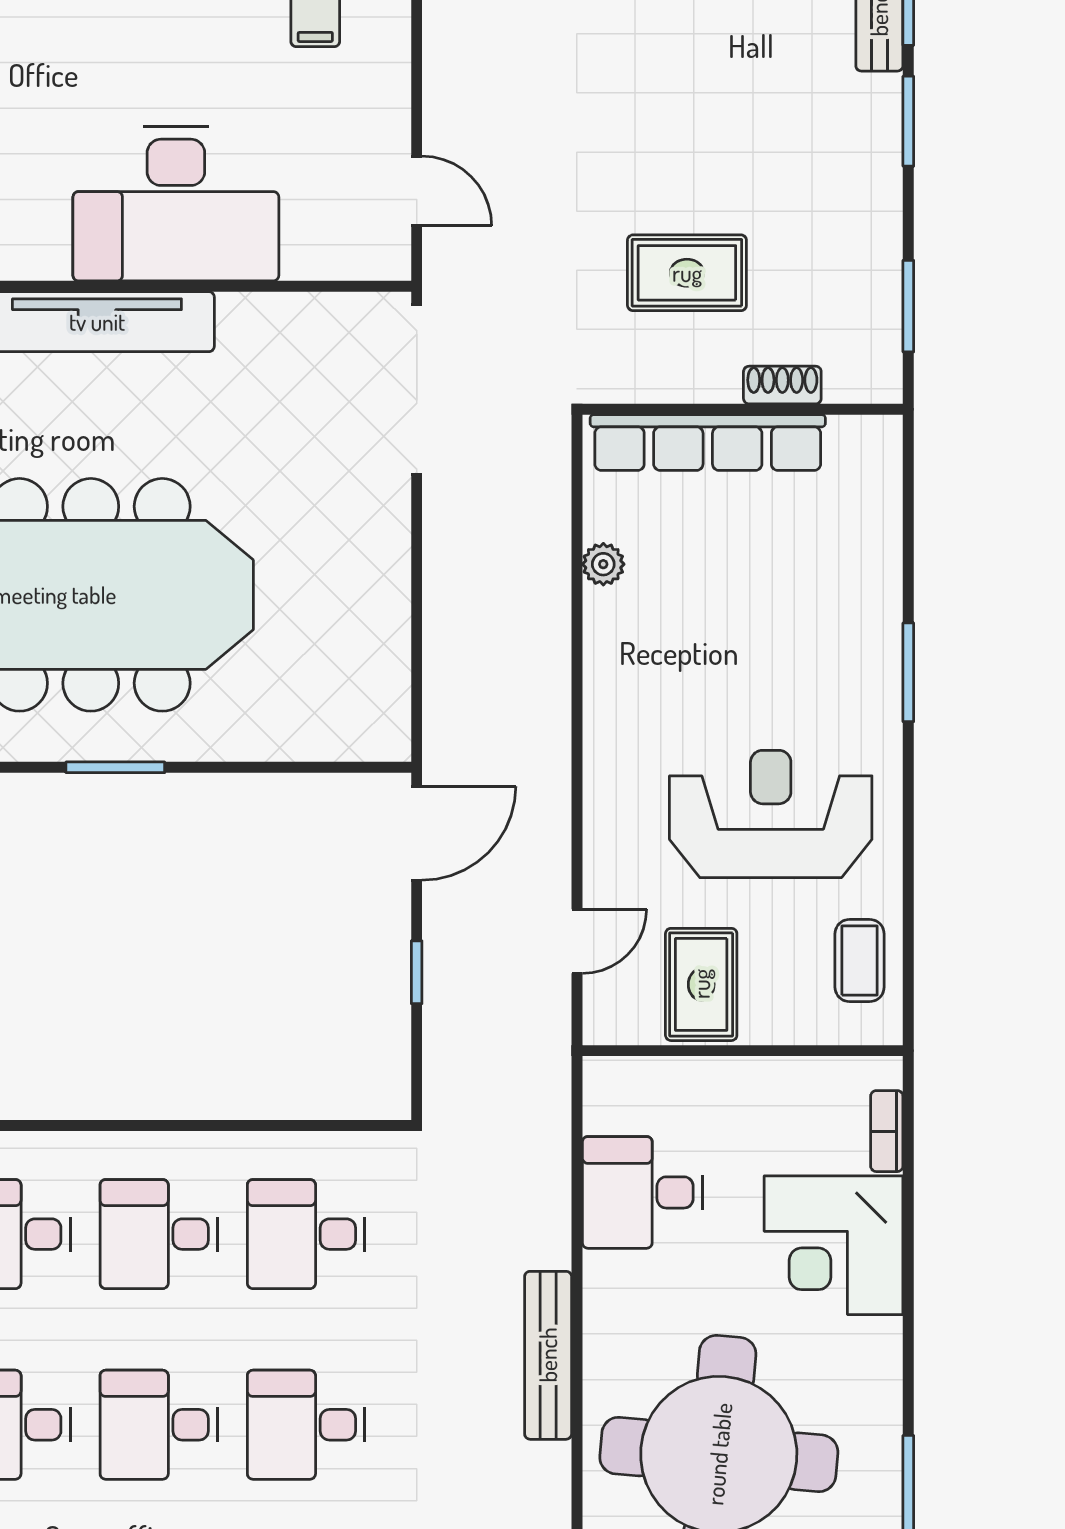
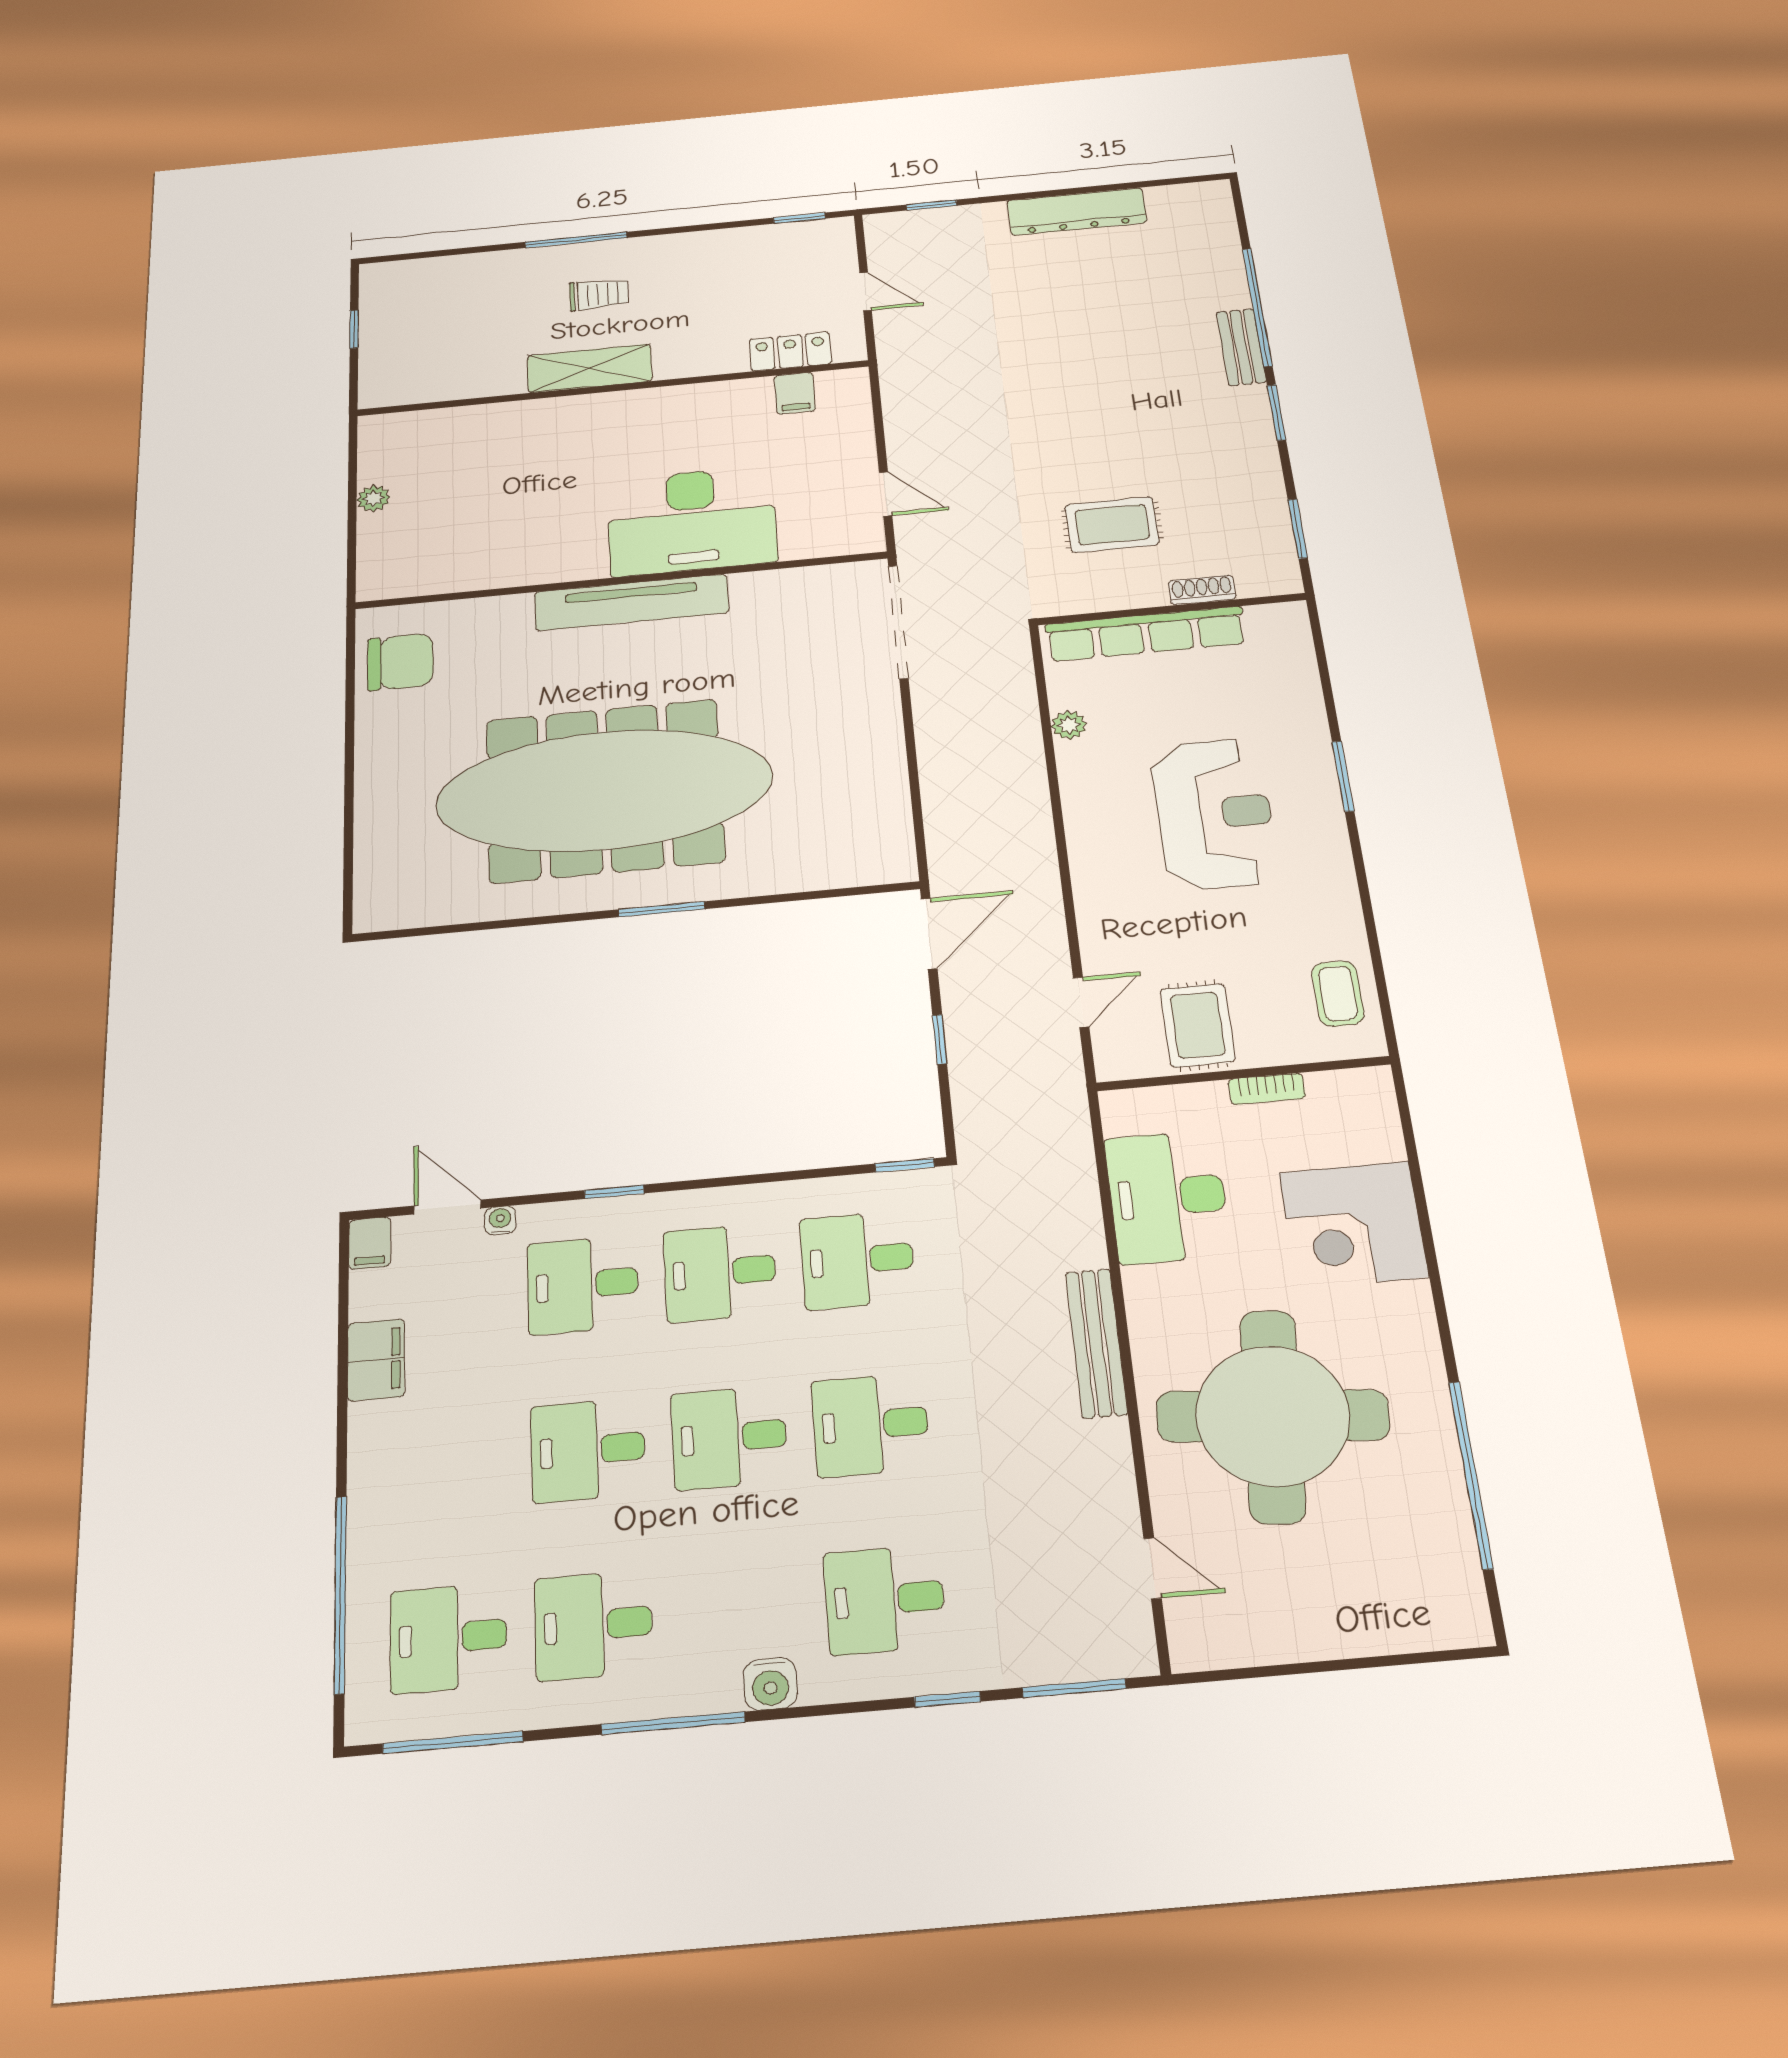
reception desk: (771, 814) -> (1214, 814), moved, turned 90
window: (49, 1125) -> (614, 1192), added
window: (365, 1125) -> (905, 1165), added
bookcase: (887, 1131) -> (1267, 1089), moved, turned -90
desk: (643, 1192) -> (1168, 1197), width x1.37

